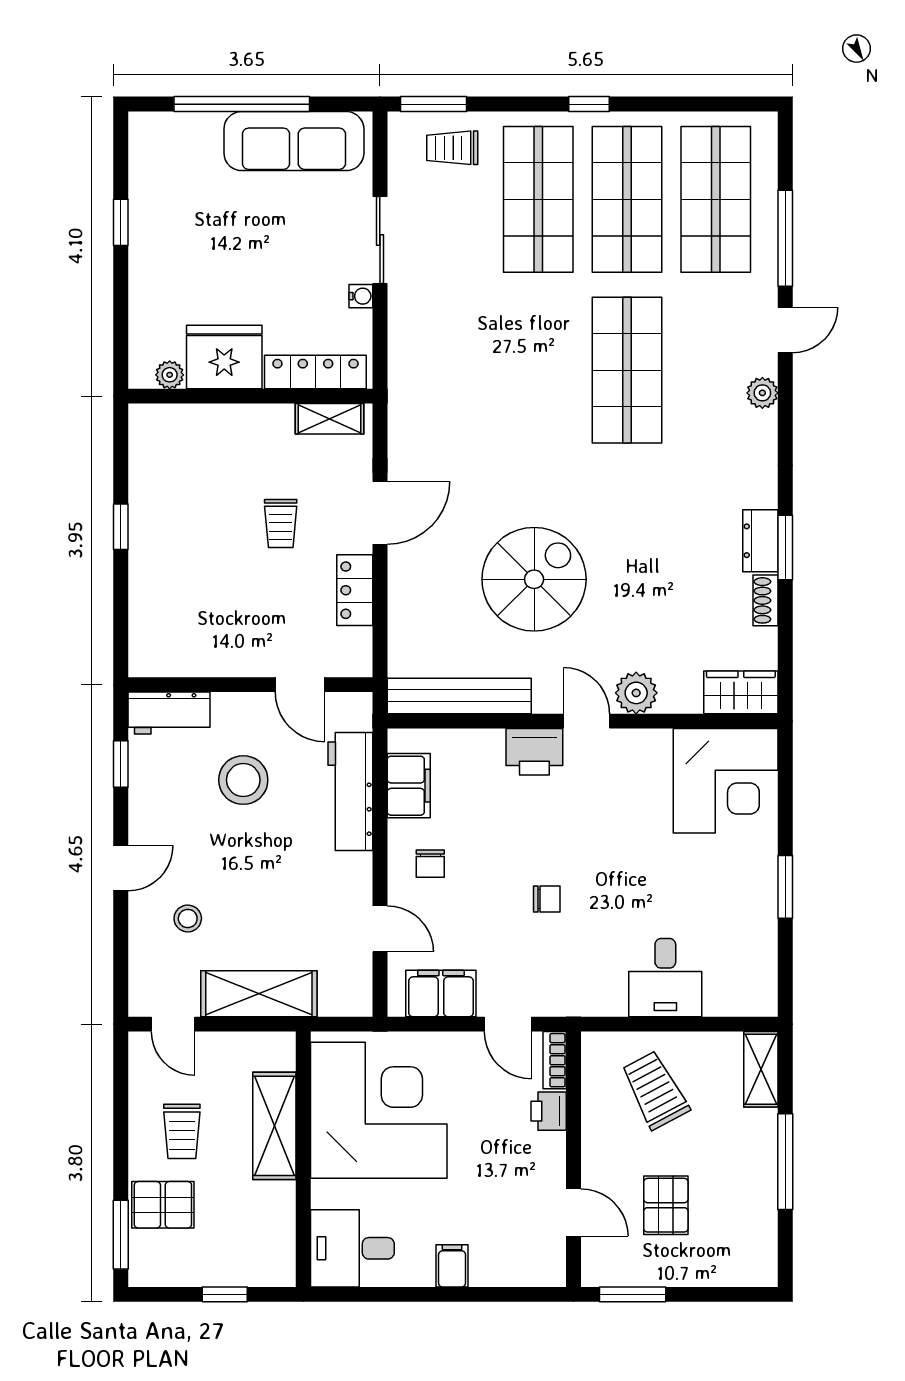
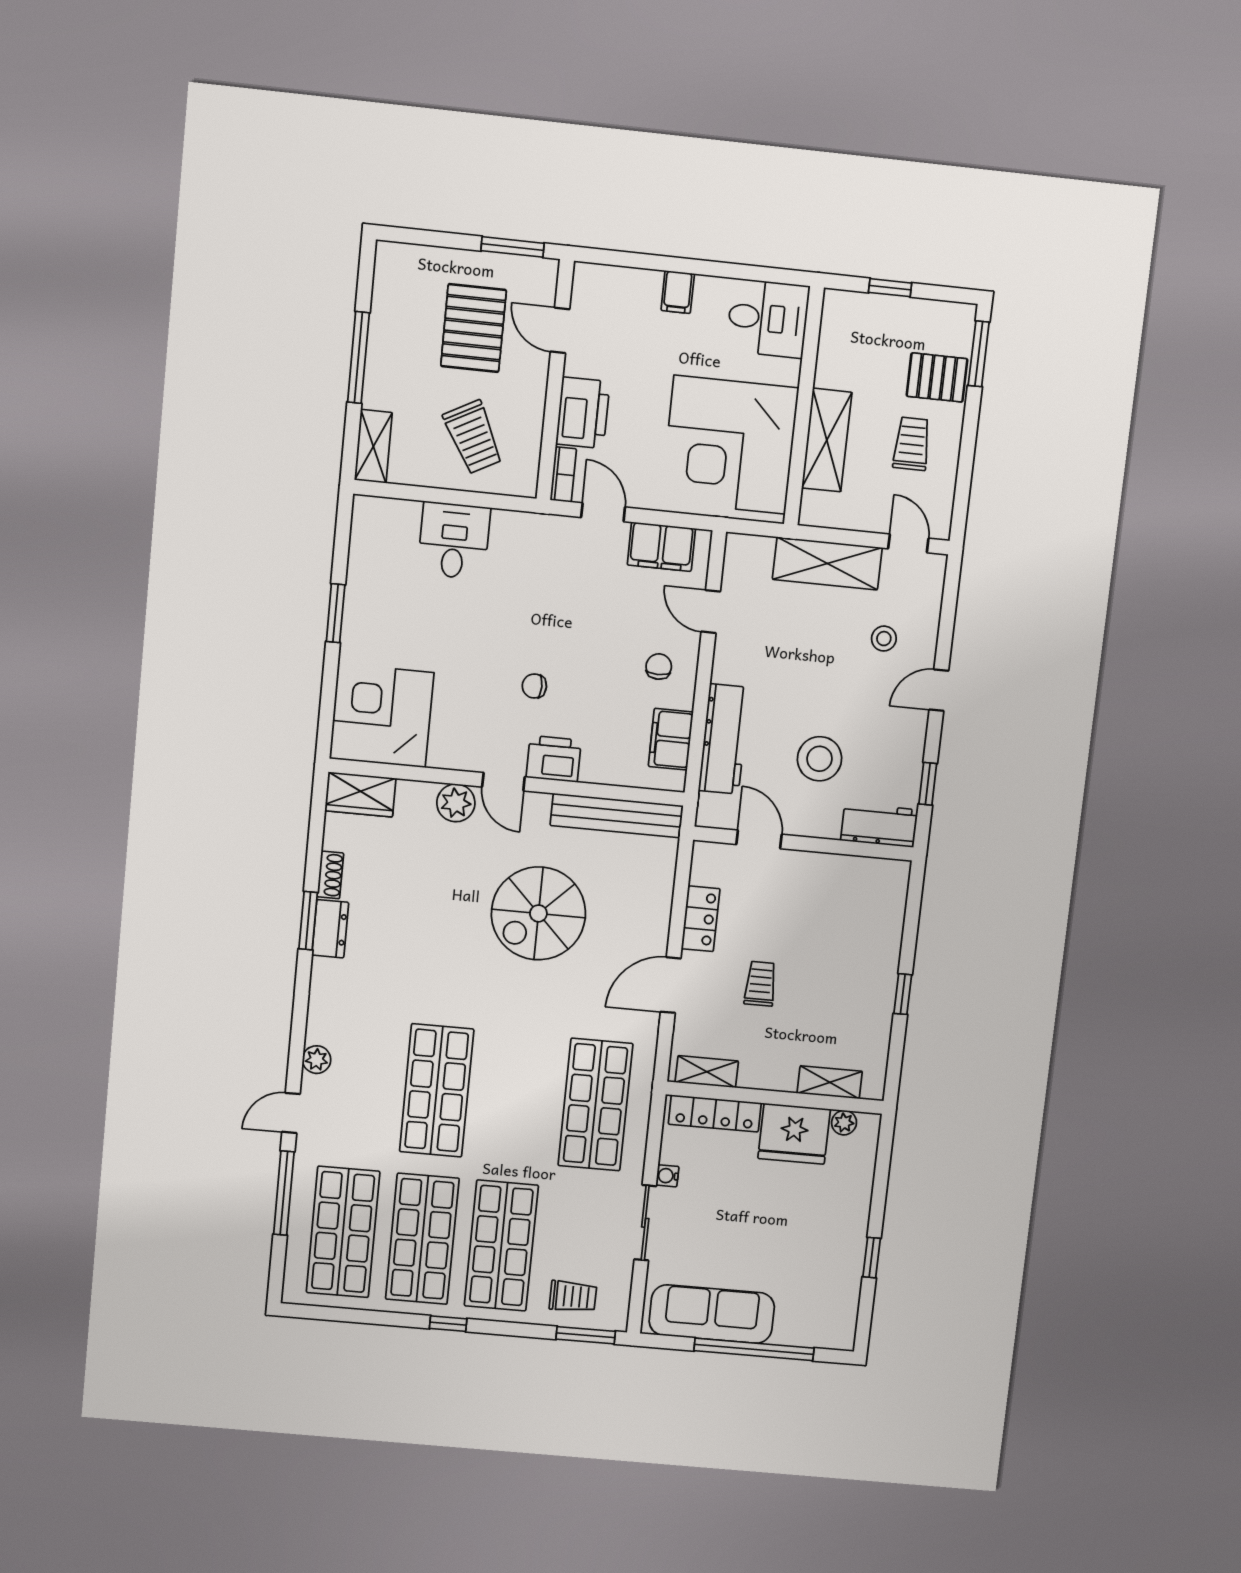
shop shelf: (449, 370) -> (595, 1105), added
shelving: (191, 419) -> (830, 1082), added
chair: (547, 899) -> (534, 686), moved
printer: (549, 1111) -> (583, 413), width x1.87, depth x1.48
pallet: (666, 1205) -> (474, 328), width x1.50, depth x1.42

